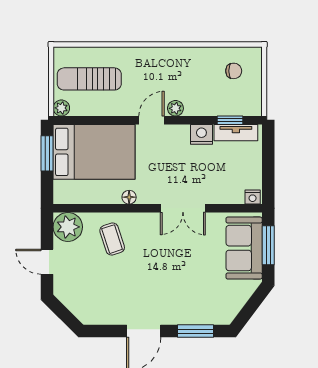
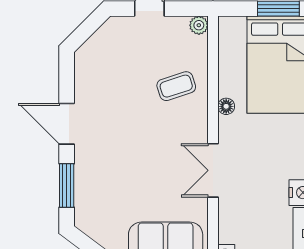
plant: (68, 227) -> (199, 25), width x0.53, depth x0.53

